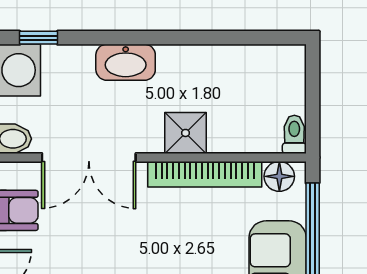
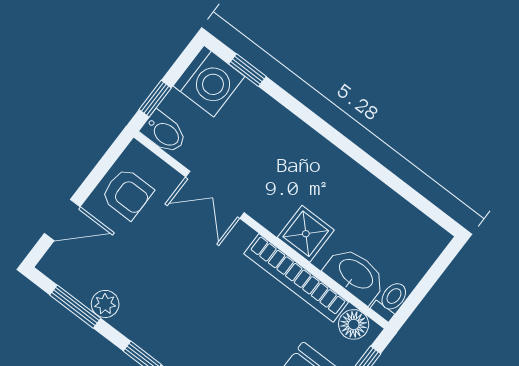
washbasin: (126, 62) -> (355, 275), moved, turned 180
double door: (89, 157) -> (215, 195), width x0.73

